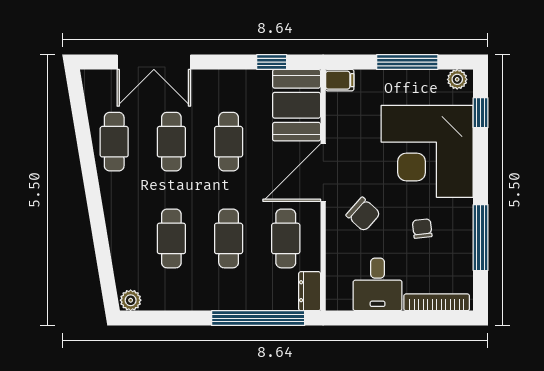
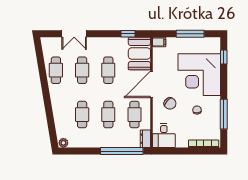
double door: (154, 62) -> (74, 34), width x0.73
plant: (457, 79) -> (213, 42), removed
desk: (378, 284) -> (164, 136), moved

